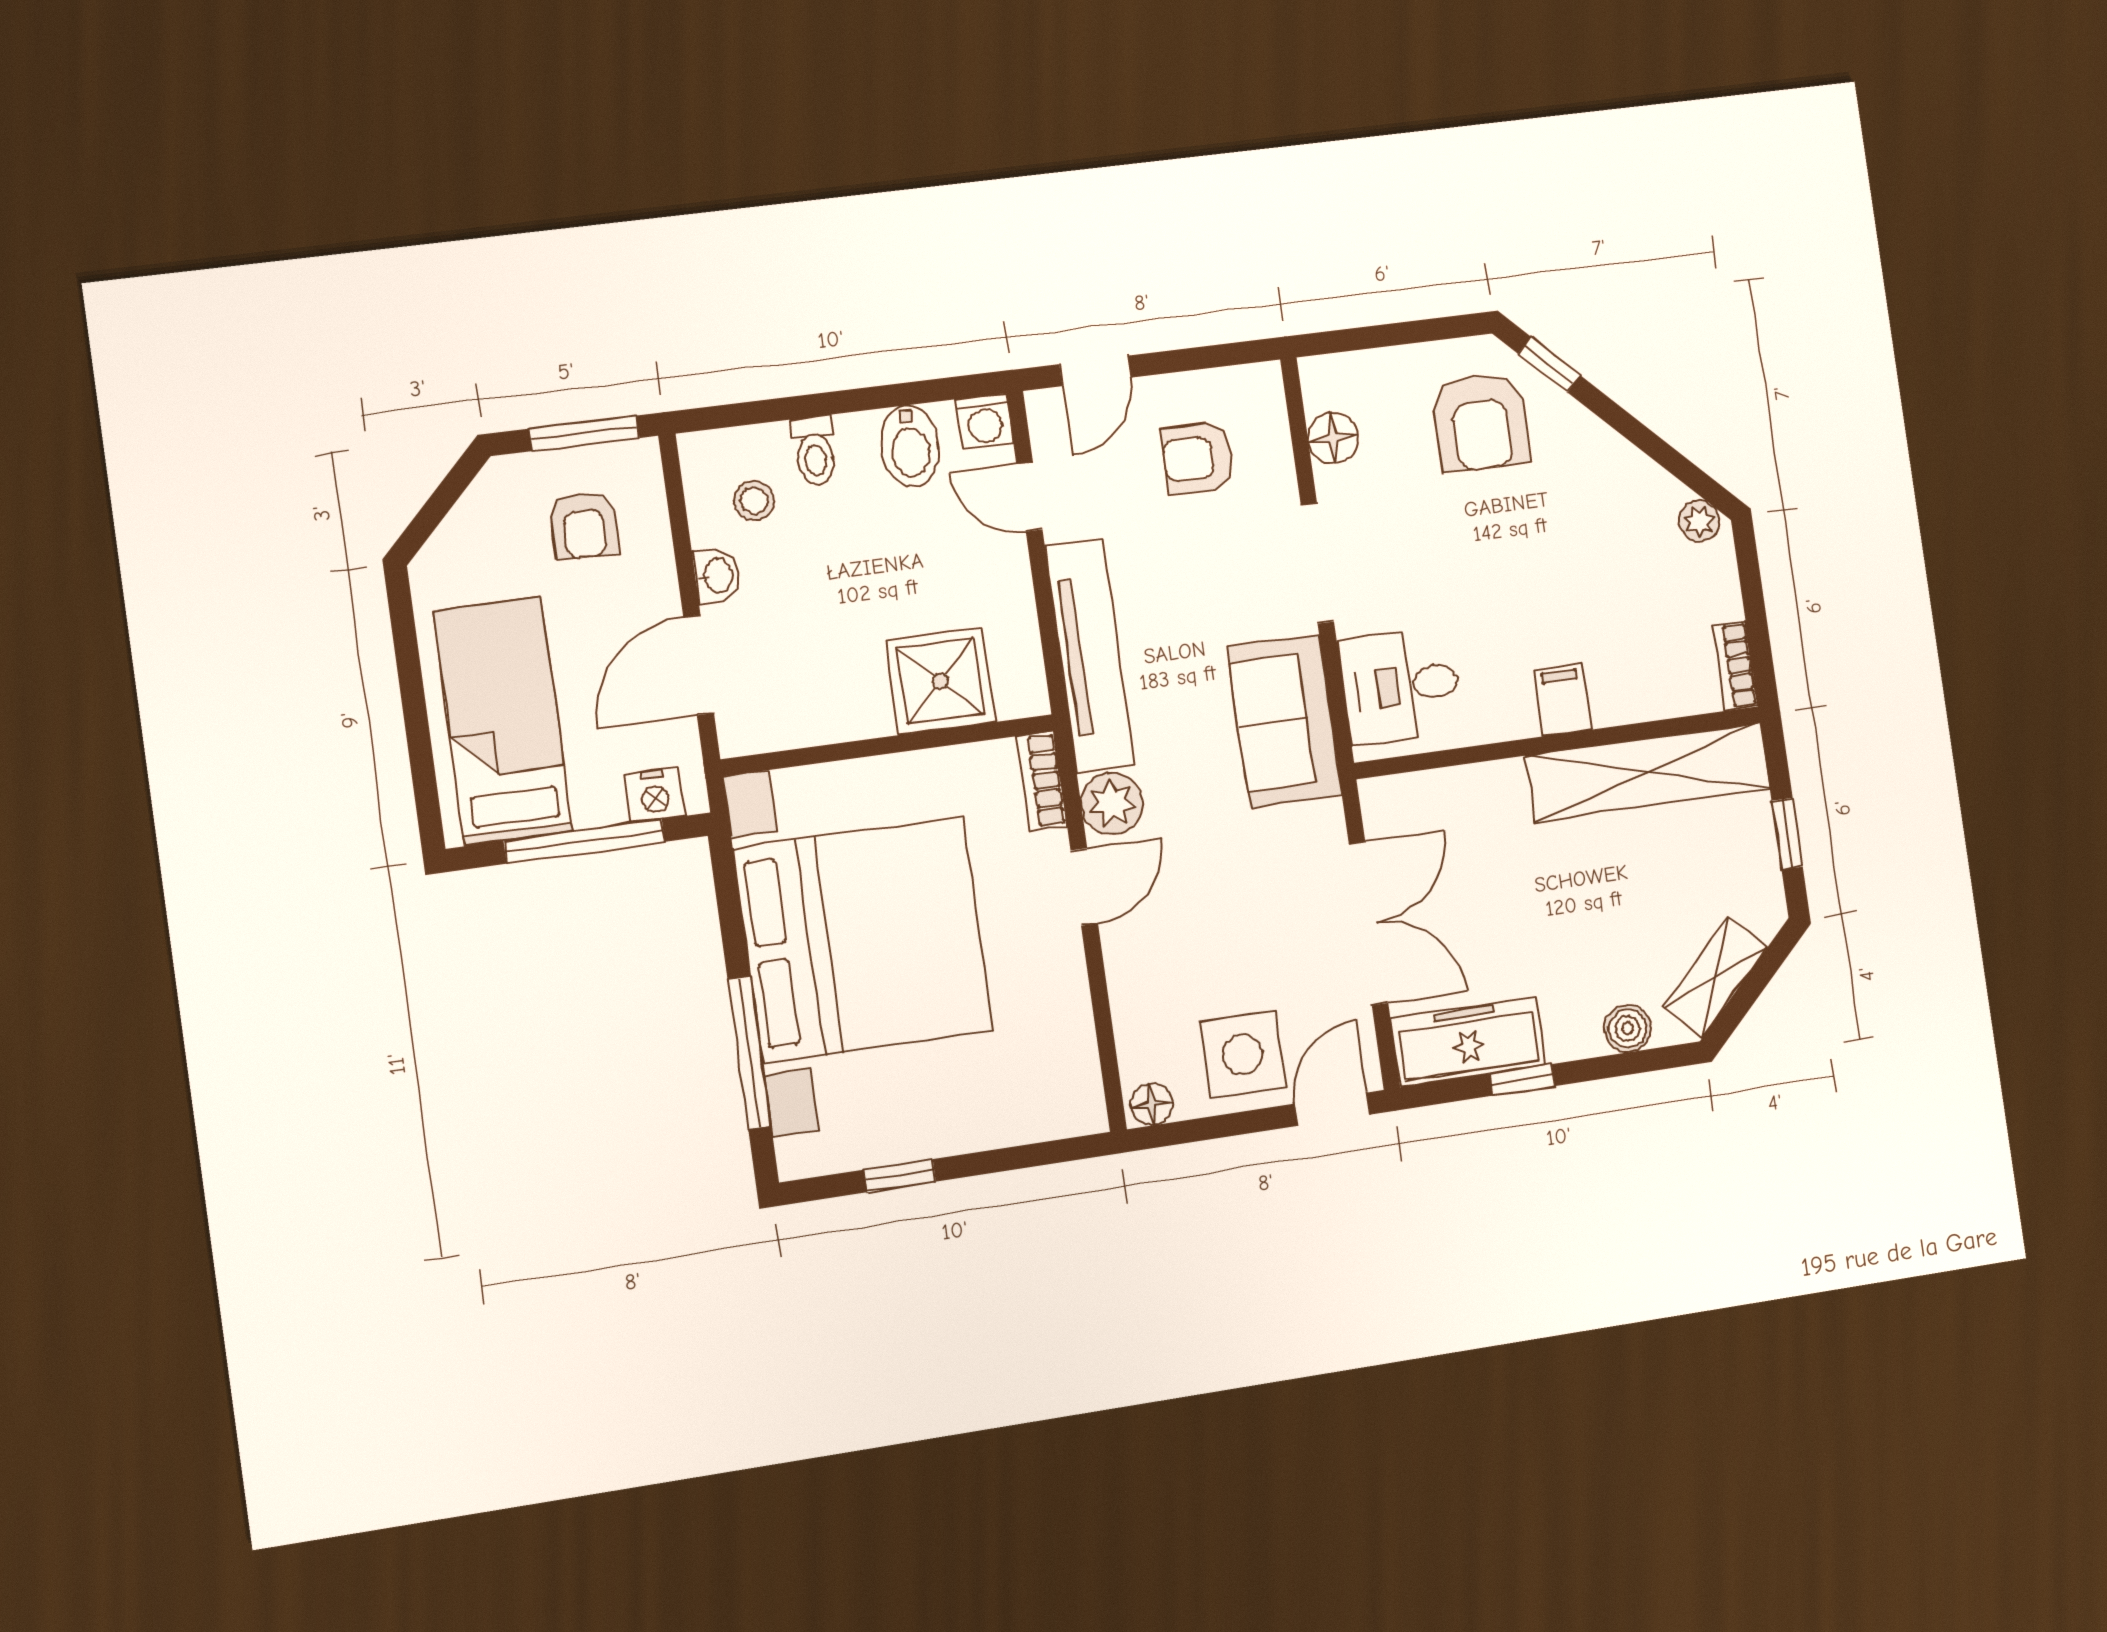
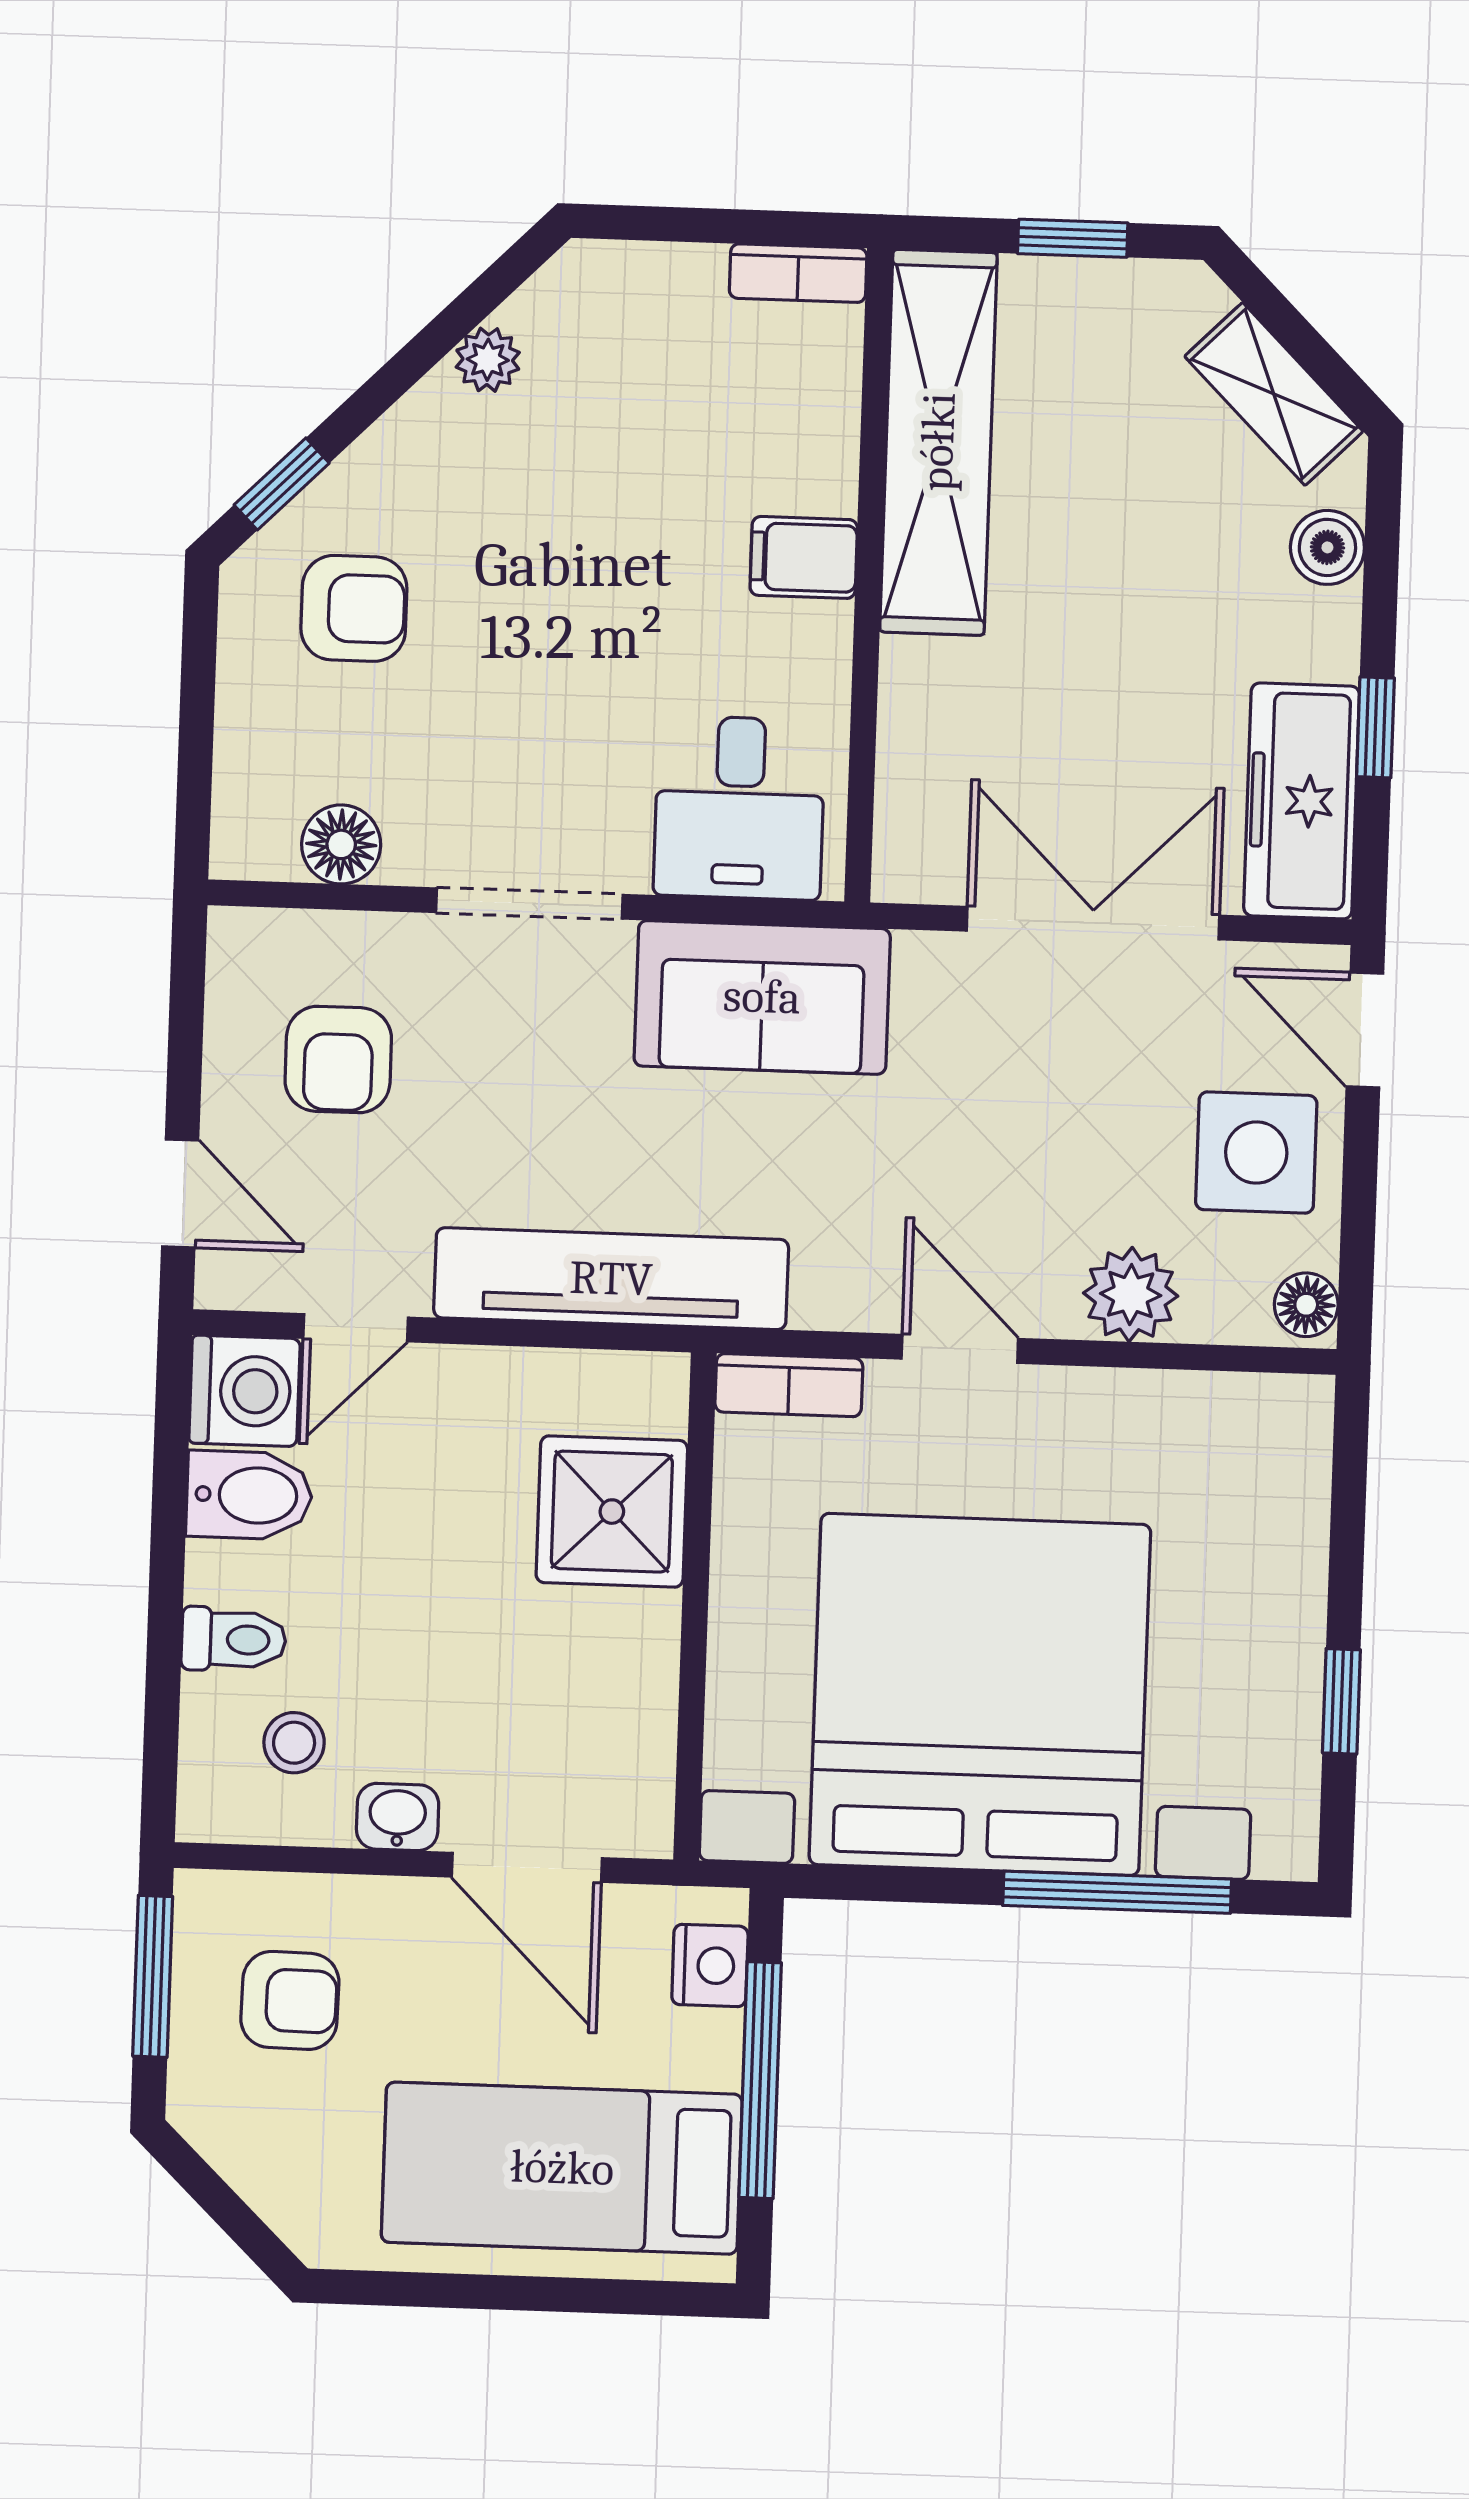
washing machine: (985, 421) -> (244, 1391), width x1.38, depth x1.38
armchair: (1481, 422) -> (354, 608), width x0.72, depth x0.72
plant: (1699, 521) -> (488, 360), moved
plant: (1112, 804) -> (1131, 1295), moved

